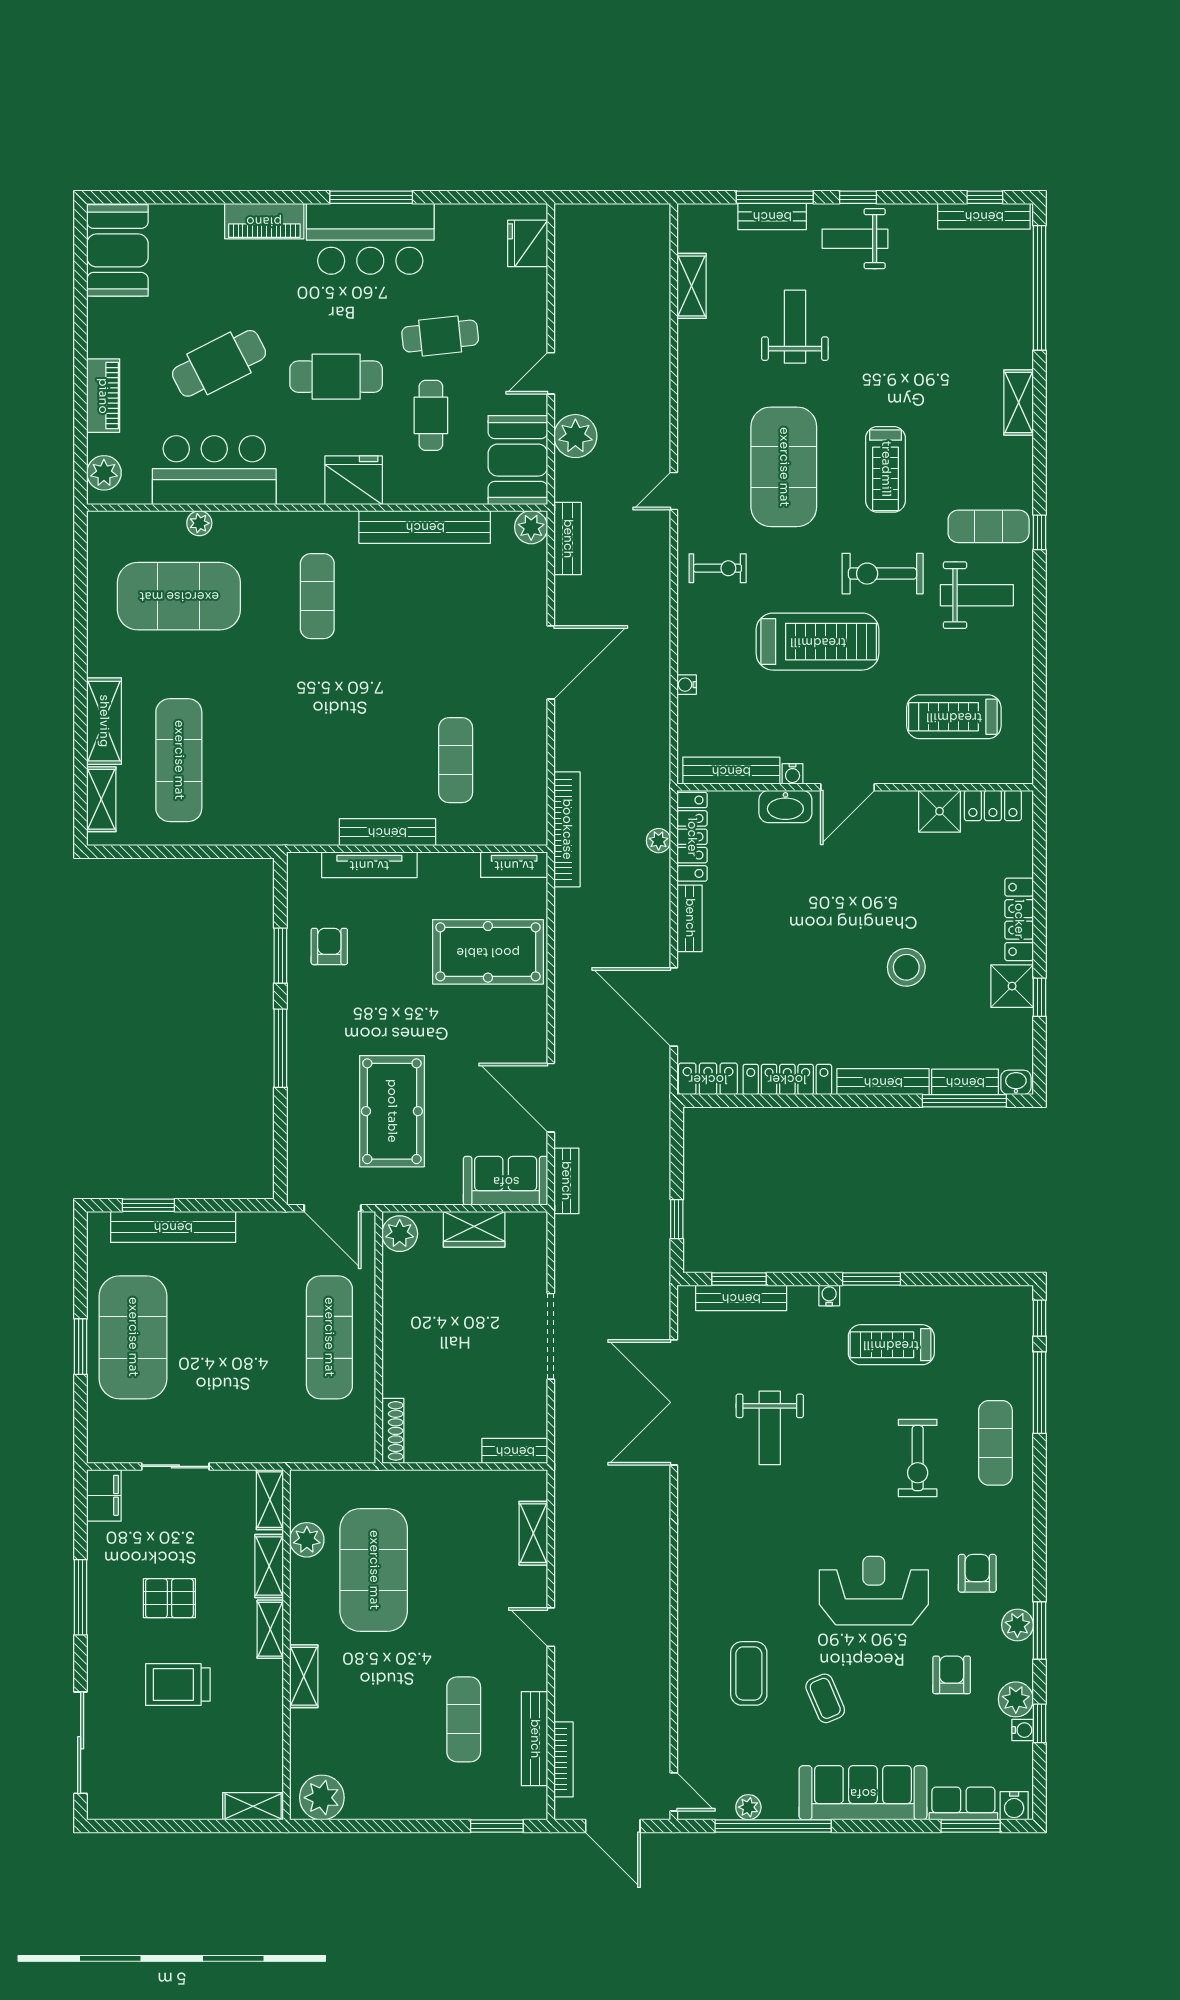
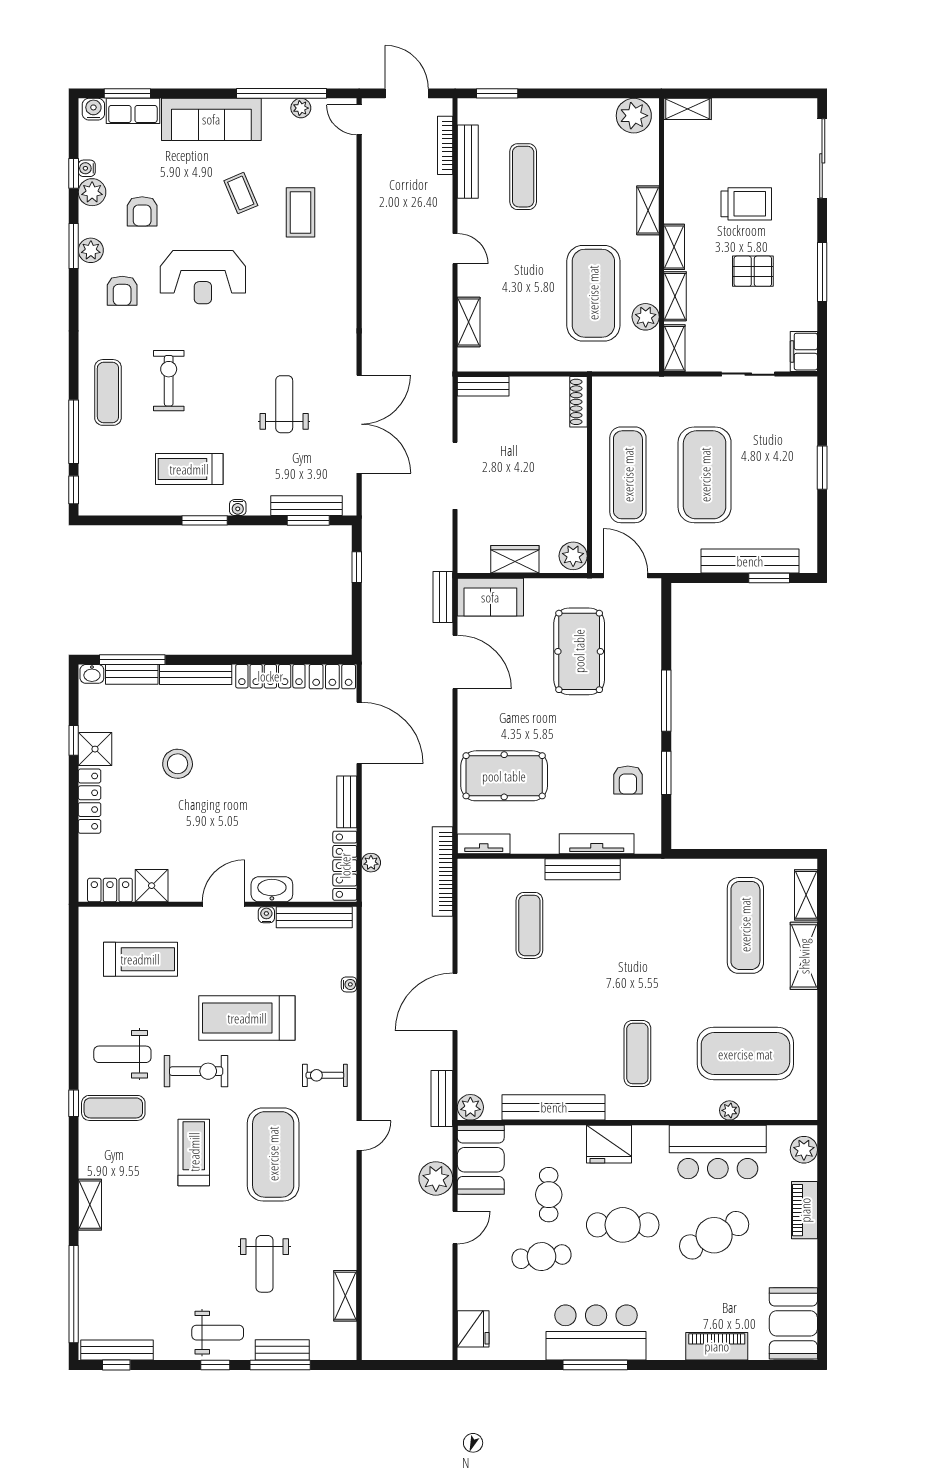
piano: (264, 221) -> (717, 1346), moved
exercise mat: (133, 1337) -> (705, 475), moved
treadmill: (891, 1345) -> (189, 469), turned 180

